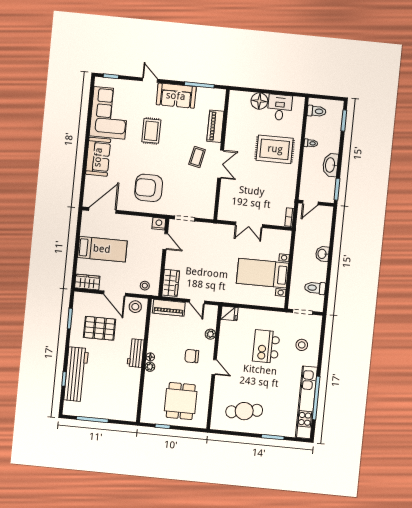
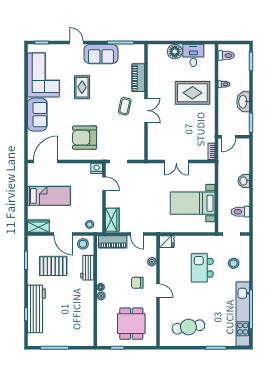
workbench: (136, 353) -> (87, 268), moved

